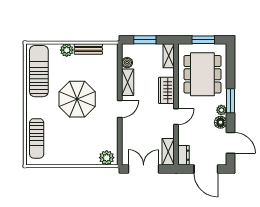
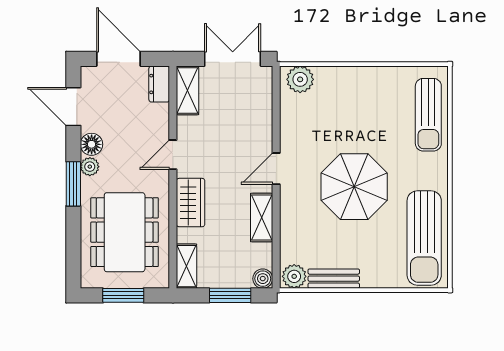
plant: (67, 50) -> (294, 276), moved
boiler: (127, 63) -> (263, 279), moved
sun lounger: (37, 138) -> (428, 115), turned 180
double door: (144, 169) -> (233, 59), swing flipped

